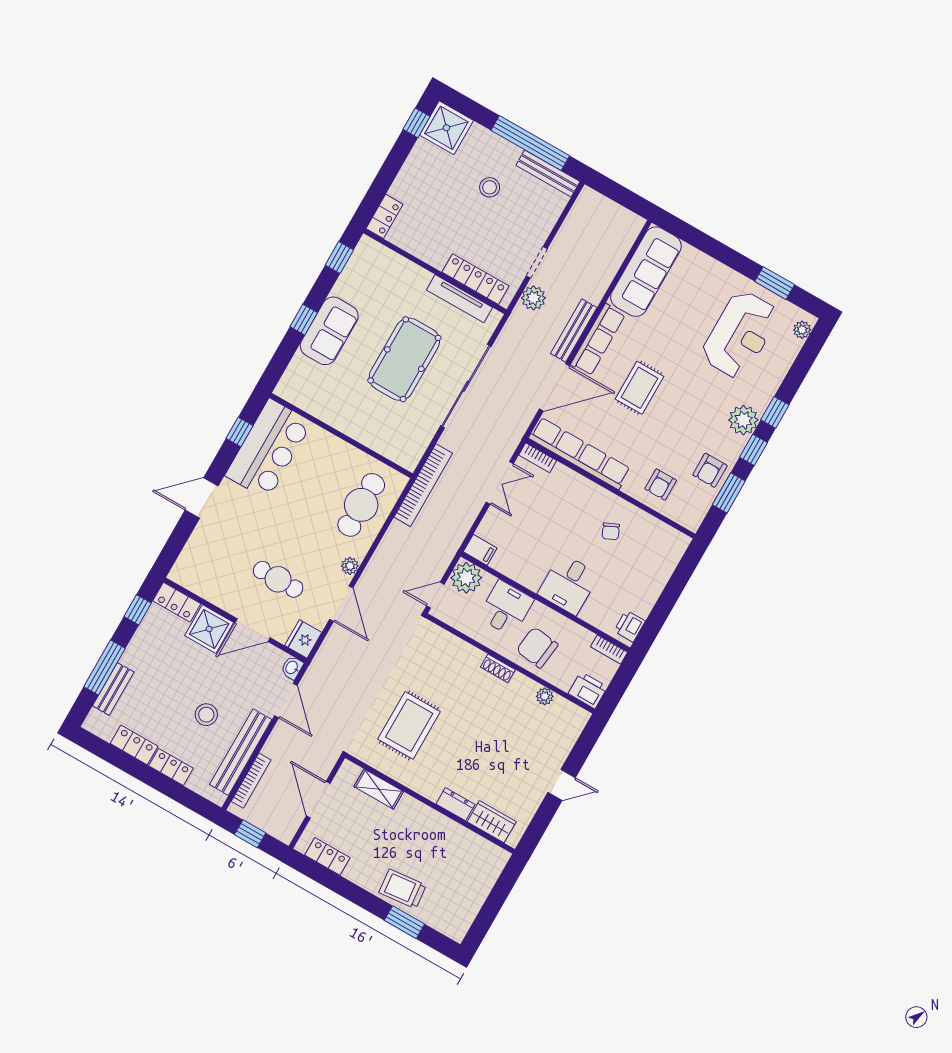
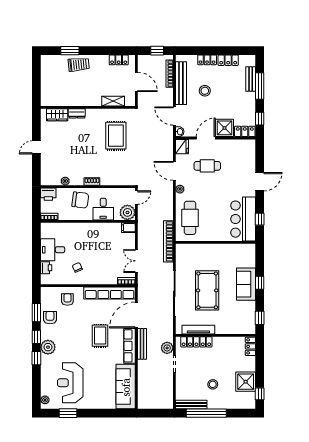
shower: (446, 128) -> (246, 382), moved
desk: (568, 584) -> (53, 250), moved, turned -90
printer: (630, 626) -> (46, 268), moved

